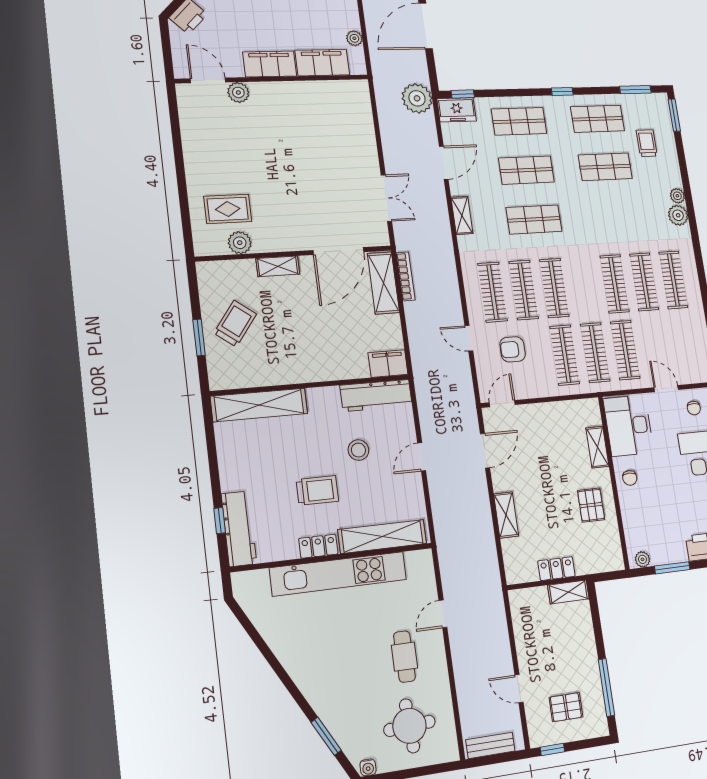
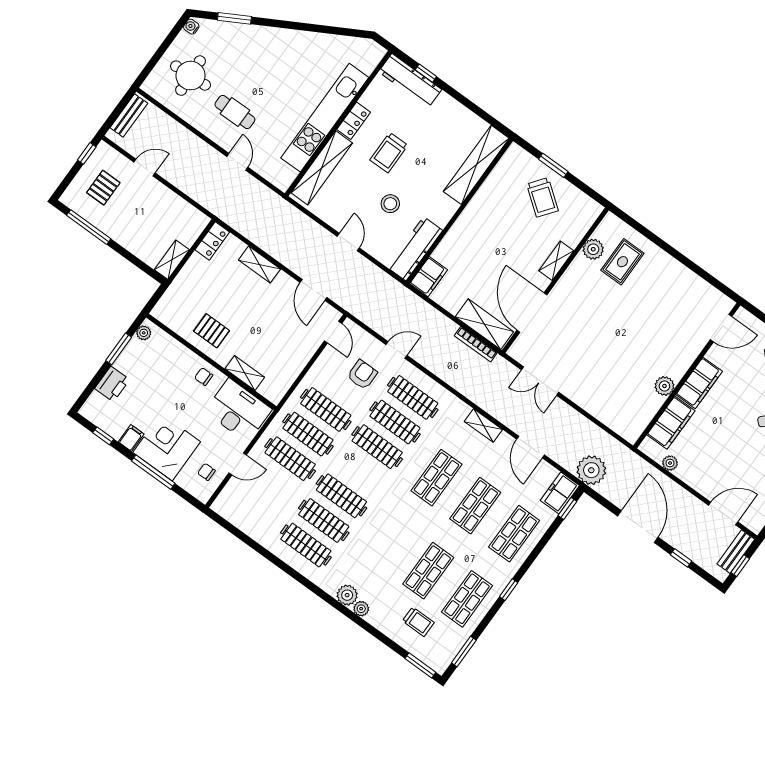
plant: (238, 92) -> (664, 386), moved
locker: (556, 569) -> (212, 241), moved

